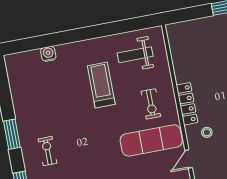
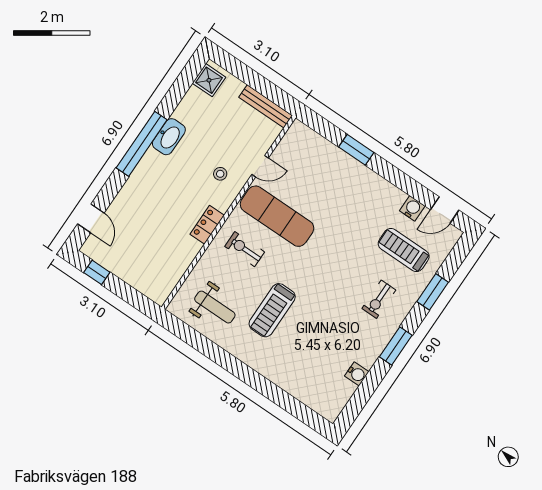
water cooler: (48, 54) -> (357, 374), moved, turned -90
exercise bike: (151, 104) -> (245, 249), turned -90
locker: (187, 104) -> (207, 225), width x0.66

